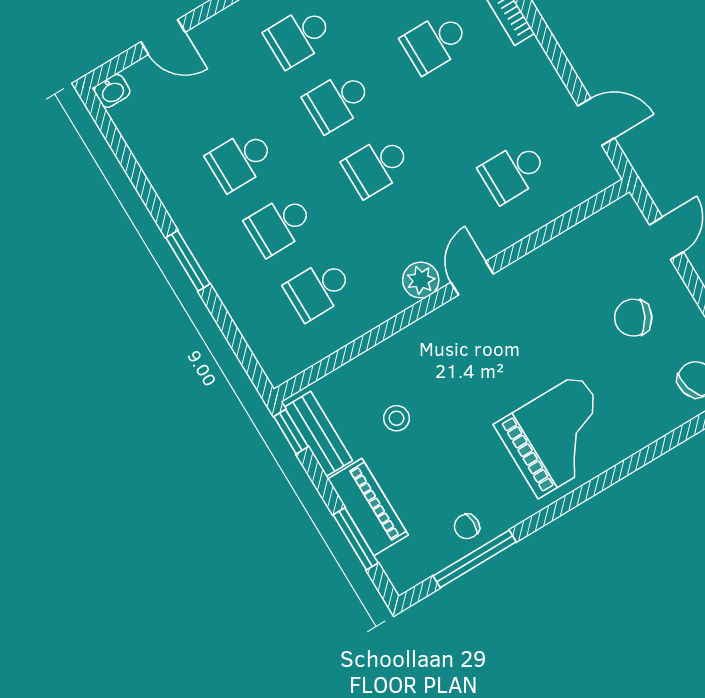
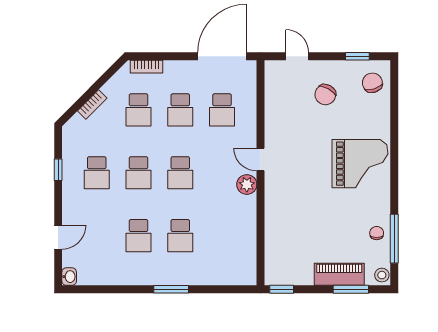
door: (596, 122) -> (222, 56), width x1.88
school desk: (318, 289) -> (180, 110), moved
stool: (397, 418) -> (382, 275), moved
bench: (318, 434) -> (290, 277), removed
grand piano: (559, 436) -> (360, 164), turned 90
chair: (467, 526) -> (377, 233), turned 180

